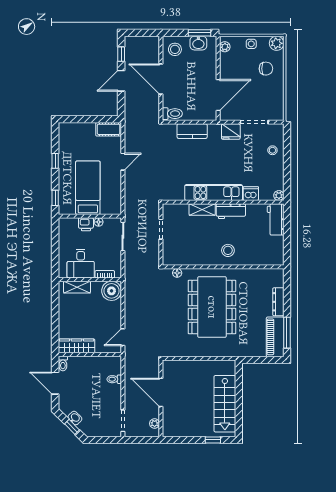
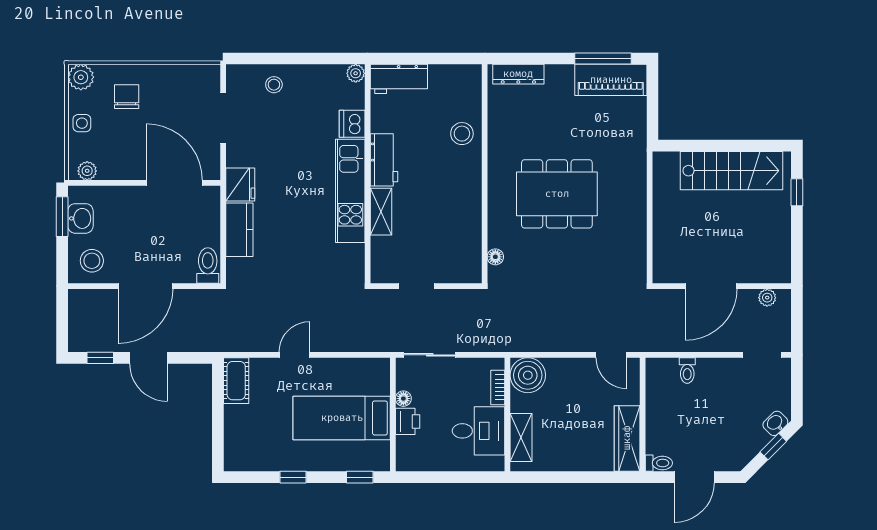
fridge: (231, 132) -> (240, 184), moved
door: (123, 162) -> (294, 355), hinge flipped
stool: (228, 250) -> (462, 134), moved
dresser: (278, 302) -> (518, 74), moved
dining table: (212, 307) -> (557, 194), width x0.73, depth x0.80
washbasin: (75, 418) -> (775, 423), moved

